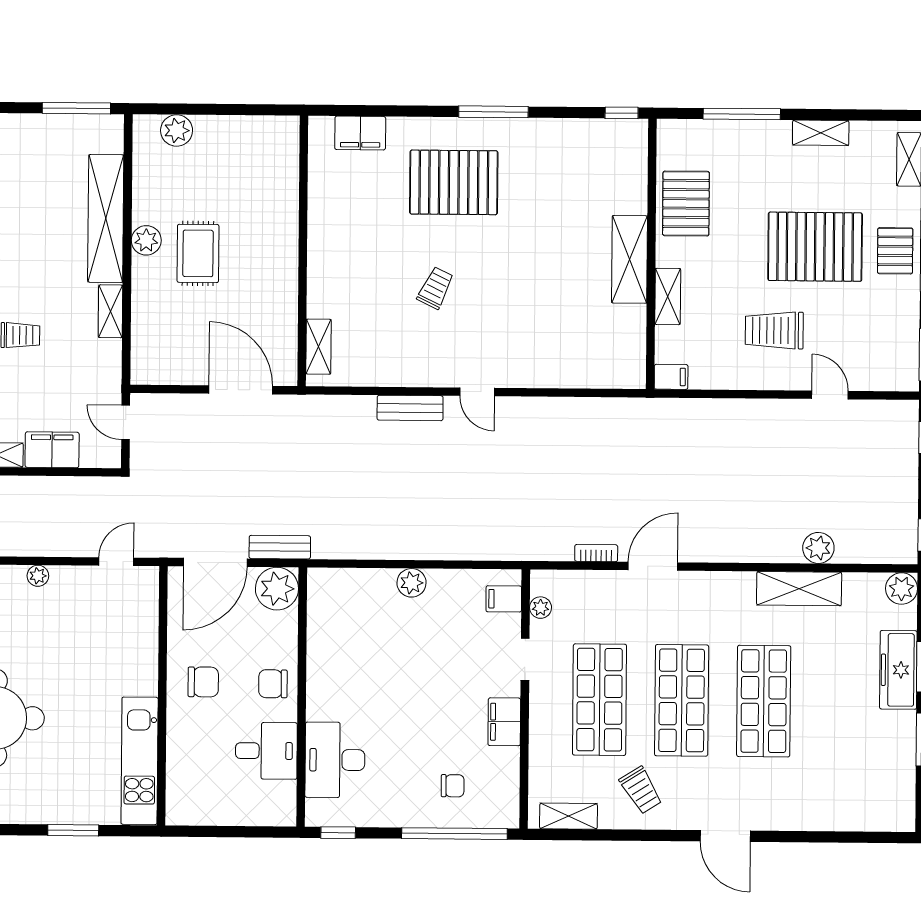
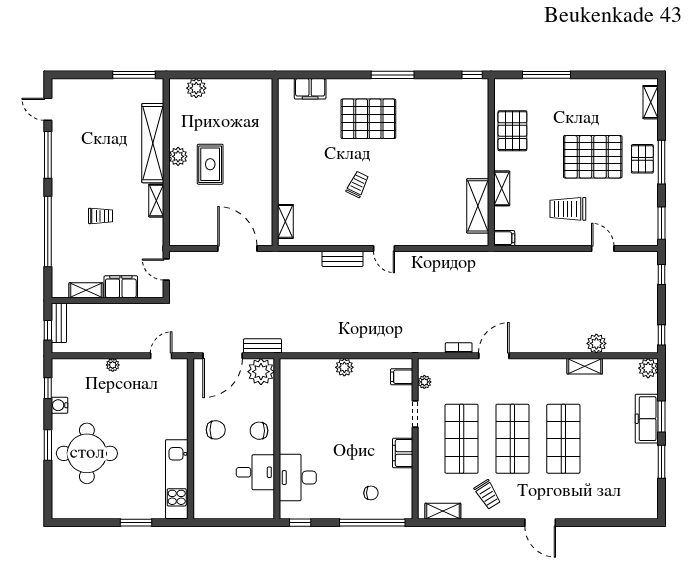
shelving: (821, 133) -> (596, 86), removed
shelving: (629, 259) -> (478, 206), moved
shelving: (799, 589) -> (585, 366), width x0.67, depth x0.75

